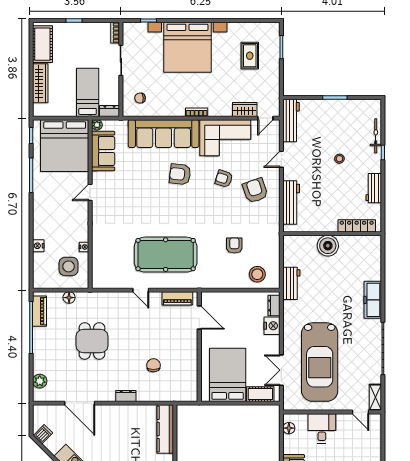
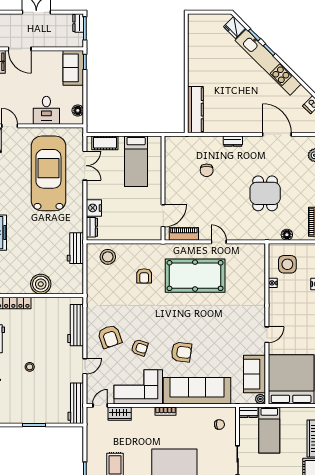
armchair: (234, 246) -> (144, 276), moved
door: (199, 318) -> (163, 216), swing flipped
bed: (228, 375) -> (136, 161), width x0.67

